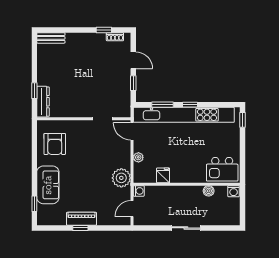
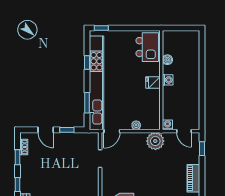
window: (75, 30) -> (17, 184), added
door: (133, 60) -> (46, 130), swing flipped
window: (190, 105) -> (87, 62), moved
fridge: (163, 175) -> (153, 82), moved
washing machine: (234, 191) -> (168, 80), moved
window: (80, 228) -> (202, 149), moved
sliding door: (186, 228) -> (202, 81), removed

